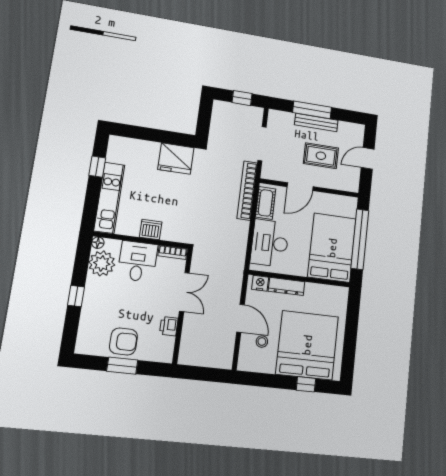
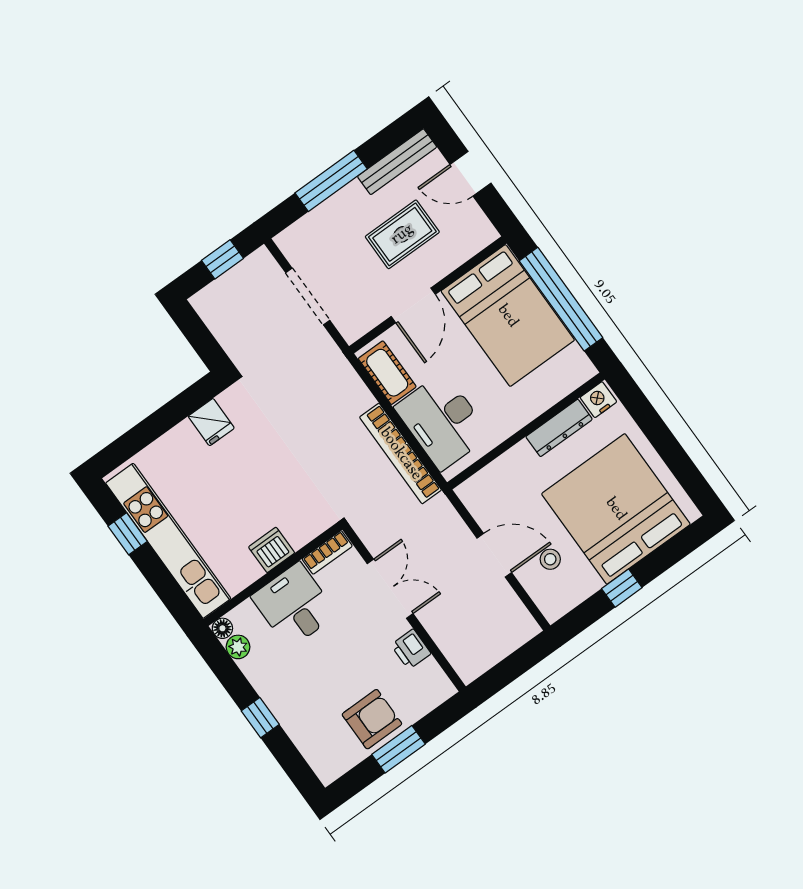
bench: (316, 123) -> (397, 162), moved
door: (368, 158) -> (471, 174), hinge flipped
fridge: (176, 159) -> (211, 422), width x0.53, depth x0.75
bookcase: (247, 191) -> (401, 454), moved
kitchen unit: (109, 198) -> (168, 541), width x1.36
bed: (332, 248) -> (508, 316), moved, turned 180
plant: (102, 263) -> (238, 647), width x0.53, depth x0.53
nightstand: (260, 283) -> (598, 400), moved
dresser: (287, 286) -> (559, 428), moved
window: (306, 384) -> (622, 588), moved

